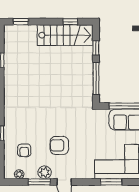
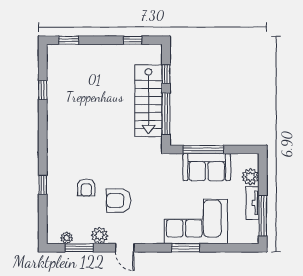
stairs: (65, 35) -> (148, 101), moved, turned 90
armchair: (24, 150) -> (86, 187), moved
window: (39, 182) -> (79, 248), moved

